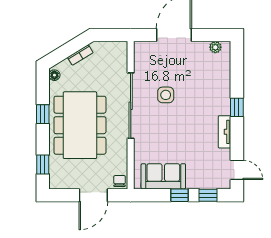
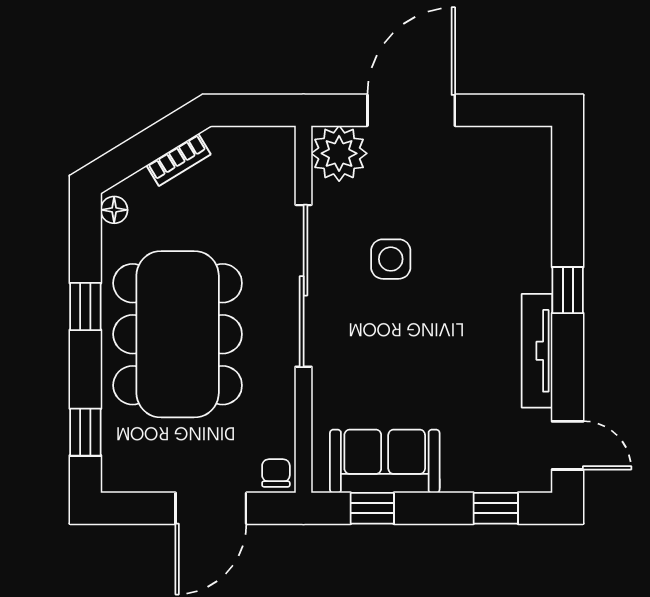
plant: (215, 47) -> (339, 153), moved, width x1.88, depth x1.88
tv unit: (225, 132) -> (537, 351), width x1.41
window: (179, 195) -> (372, 508), moved

